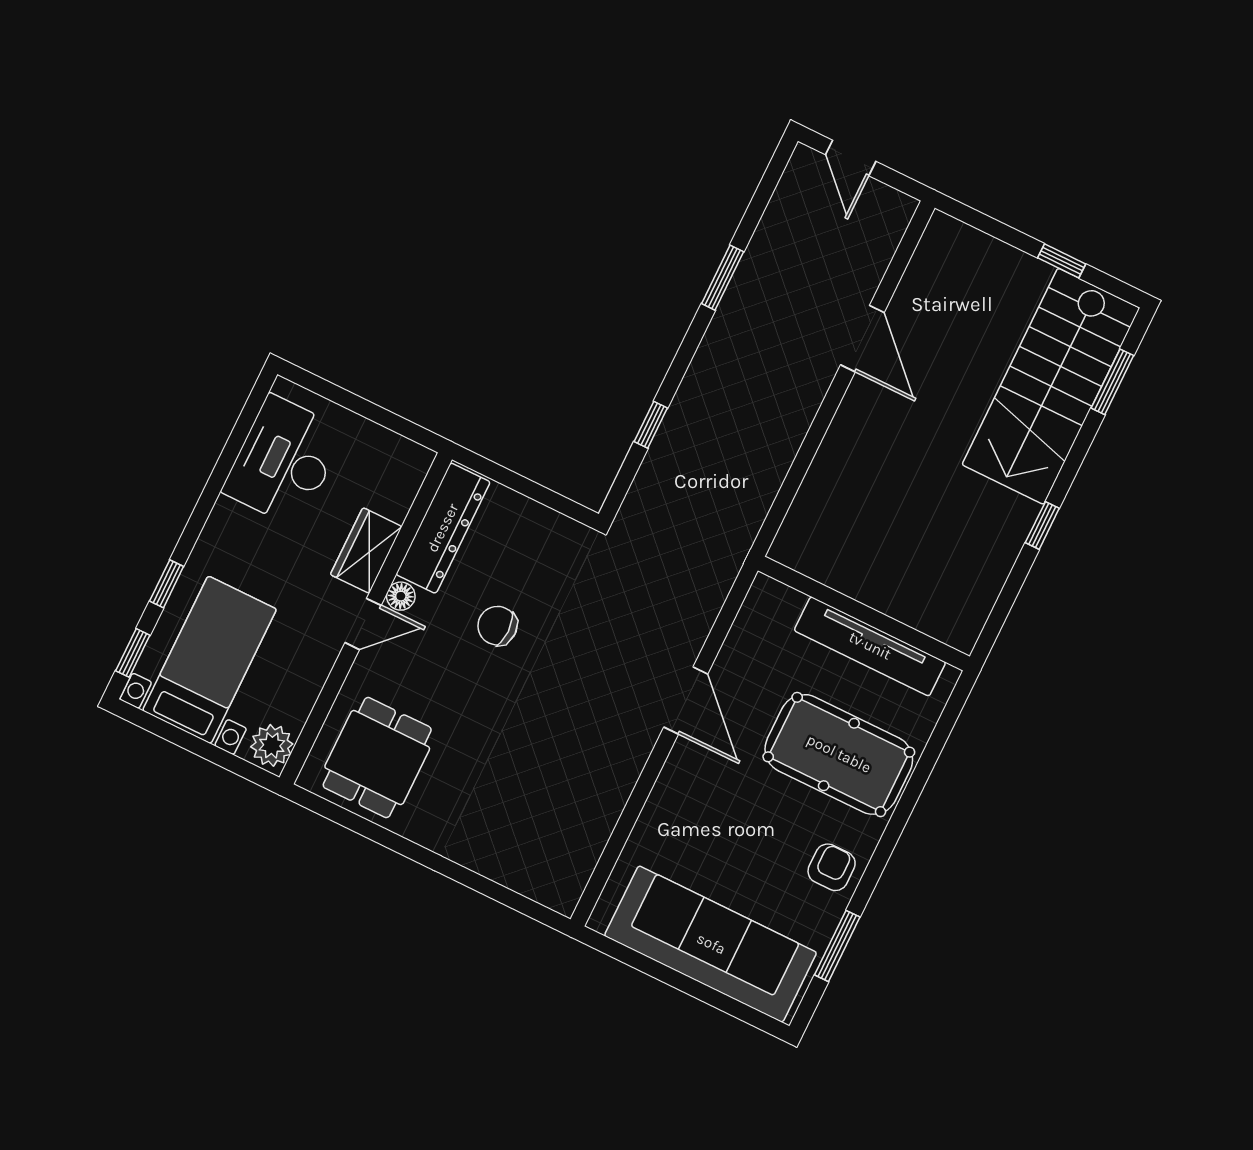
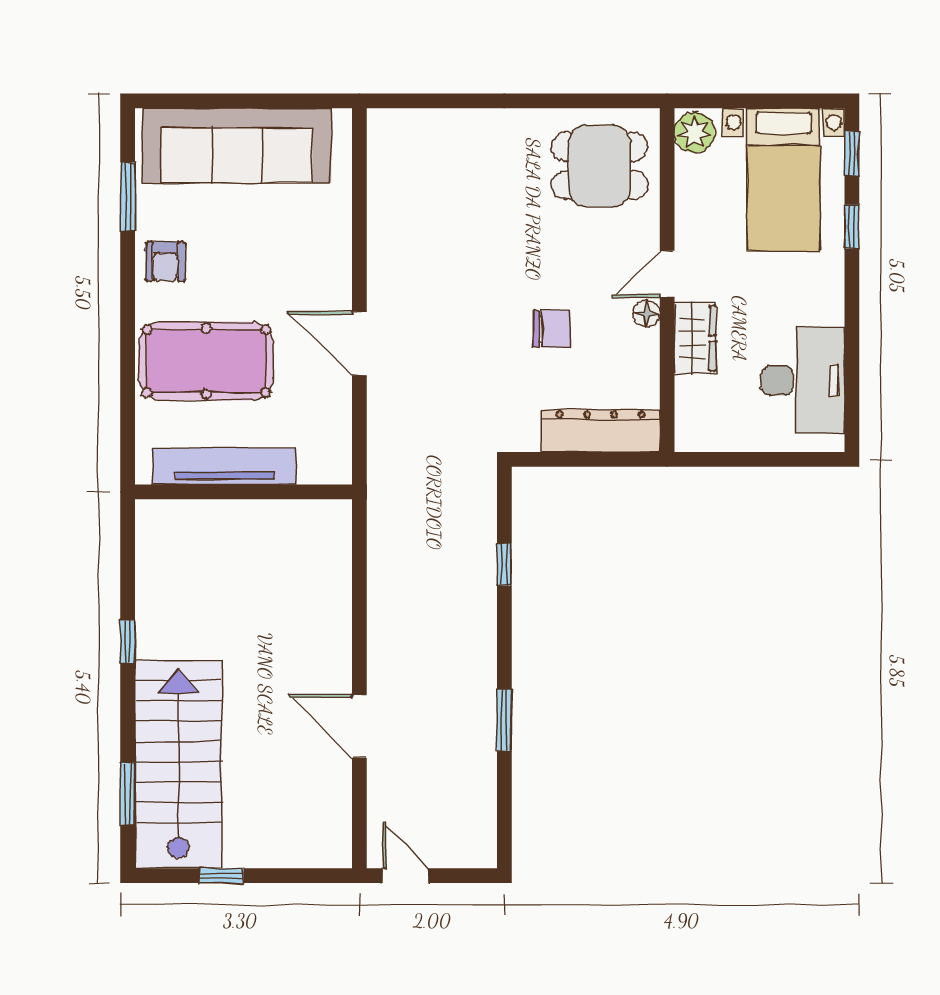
door: (851, 158) -> (406, 876), moved
dresser: (443, 528) -> (601, 431), moved, turned 90
dining table: (377, 757) -> (599, 166), turned 90

